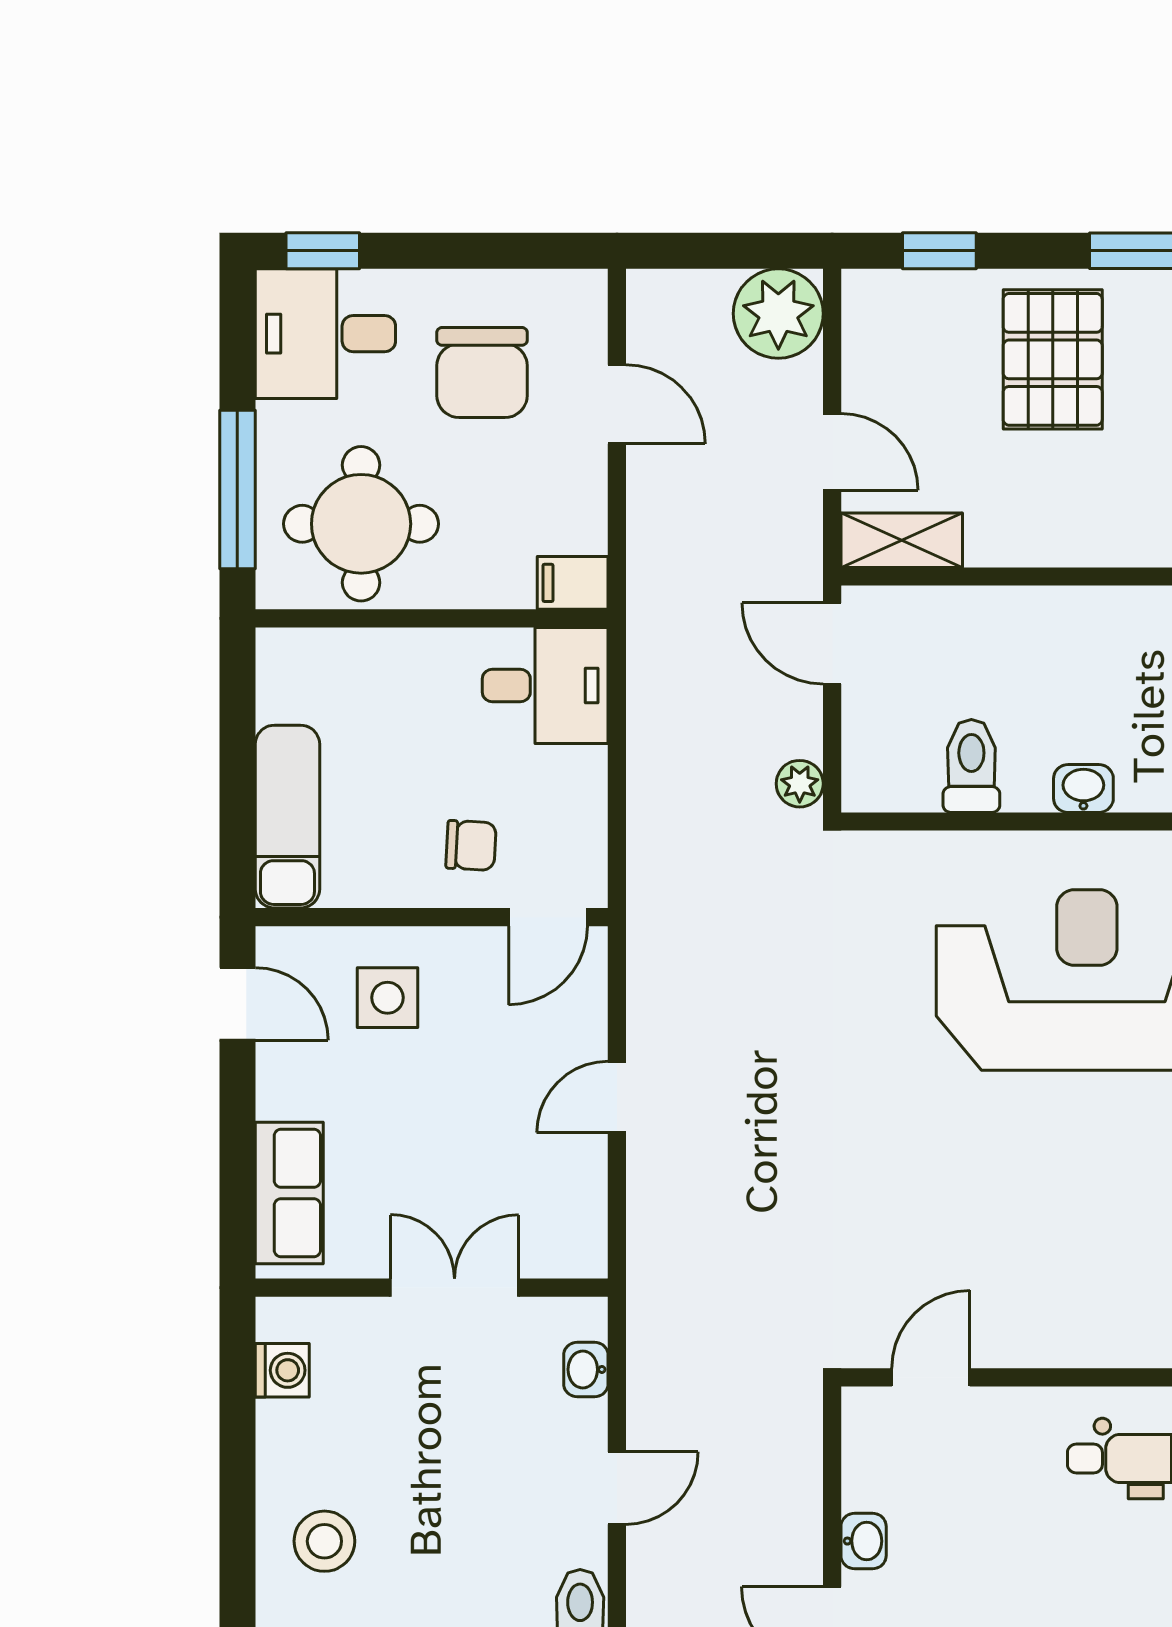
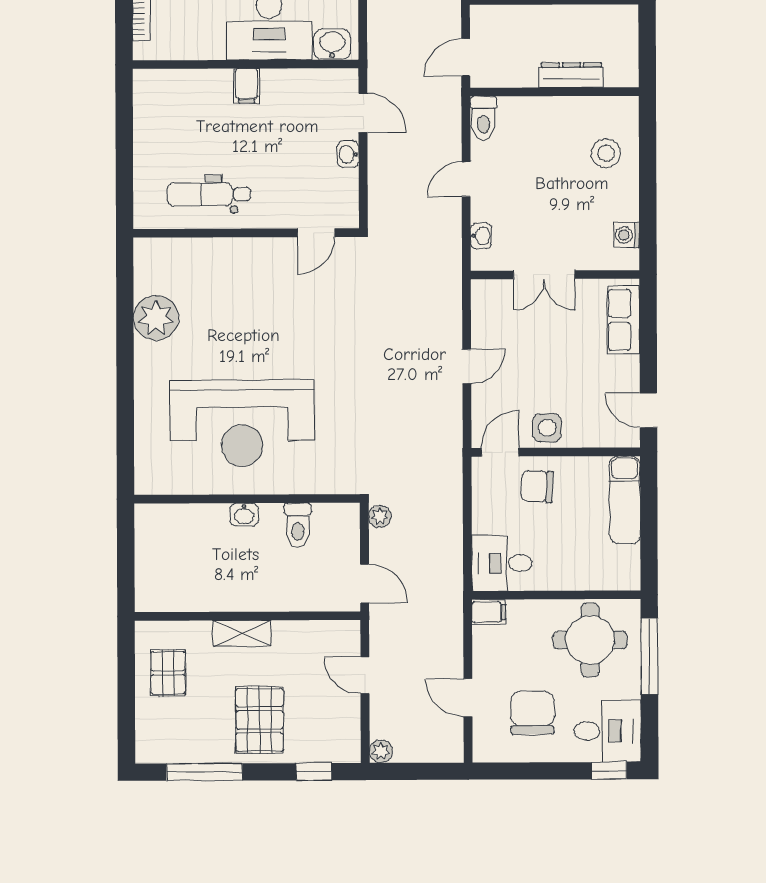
plant: (778, 314) -> (381, 751), width x0.53, depth x0.53
shelving: (902, 540) -> (242, 633), moved
chair: (471, 845) -> (537, 486), width x1.37, depth x1.37
side table: (387, 998) -> (547, 428), moved

